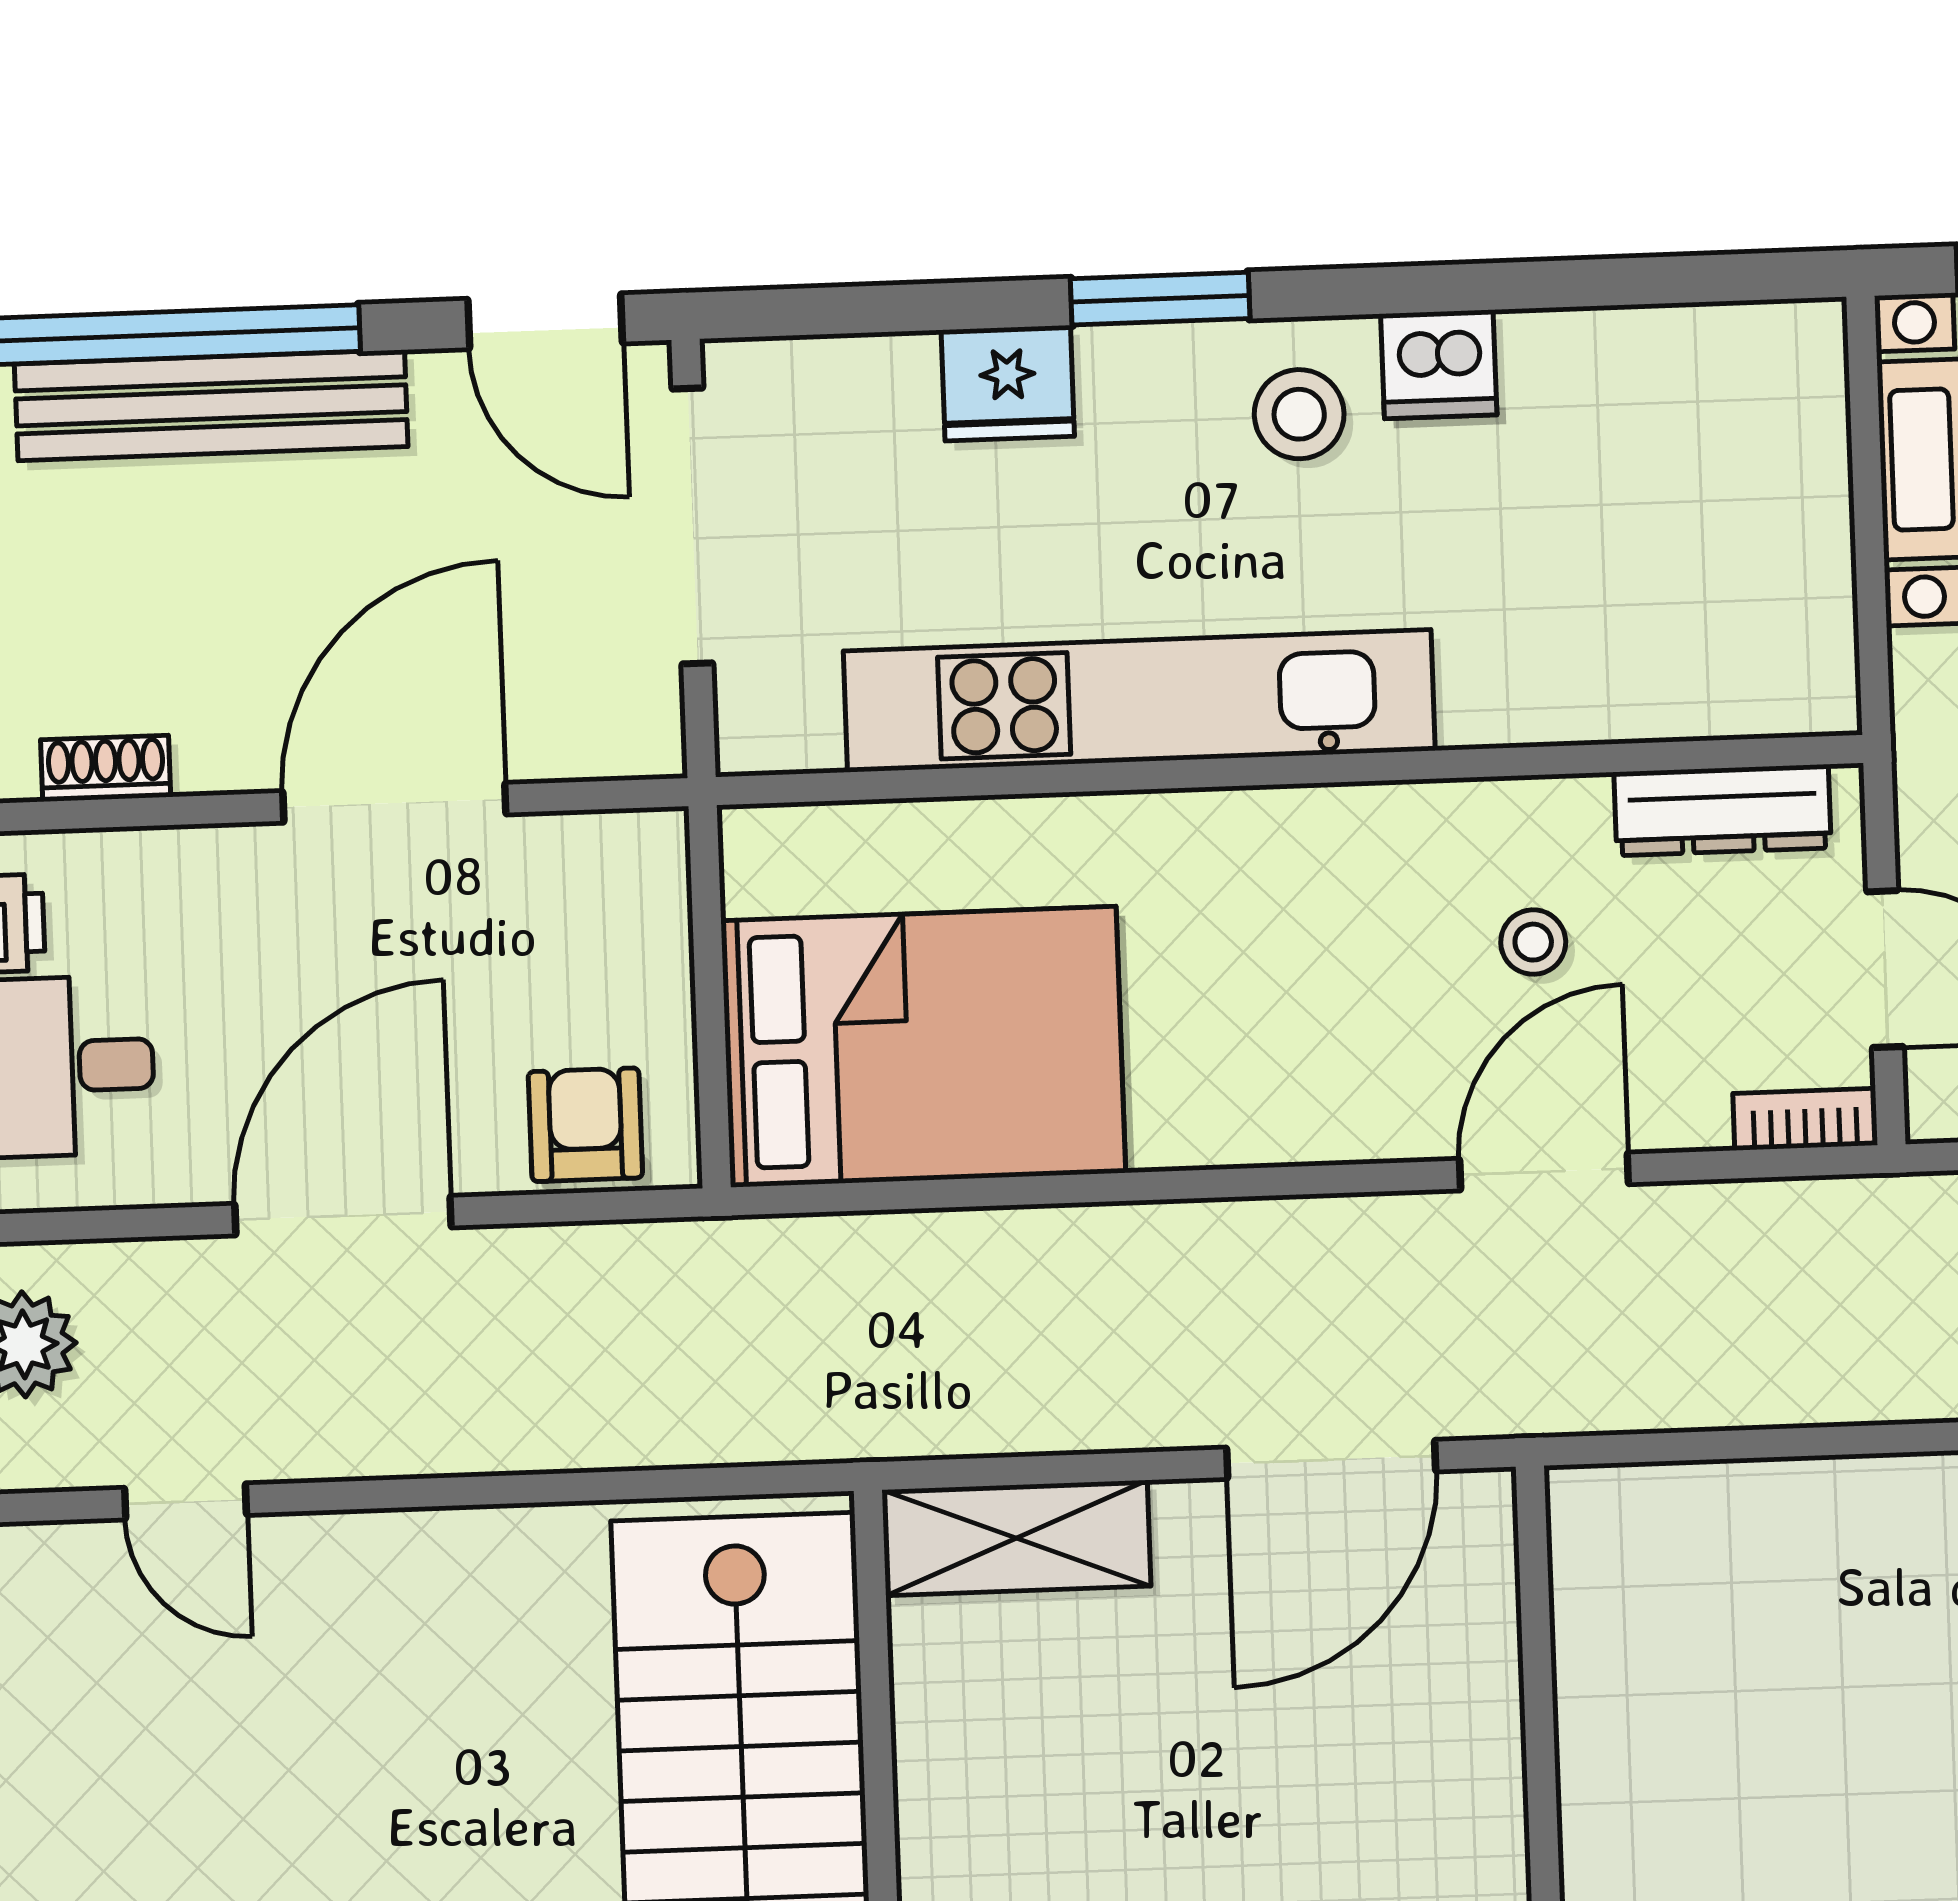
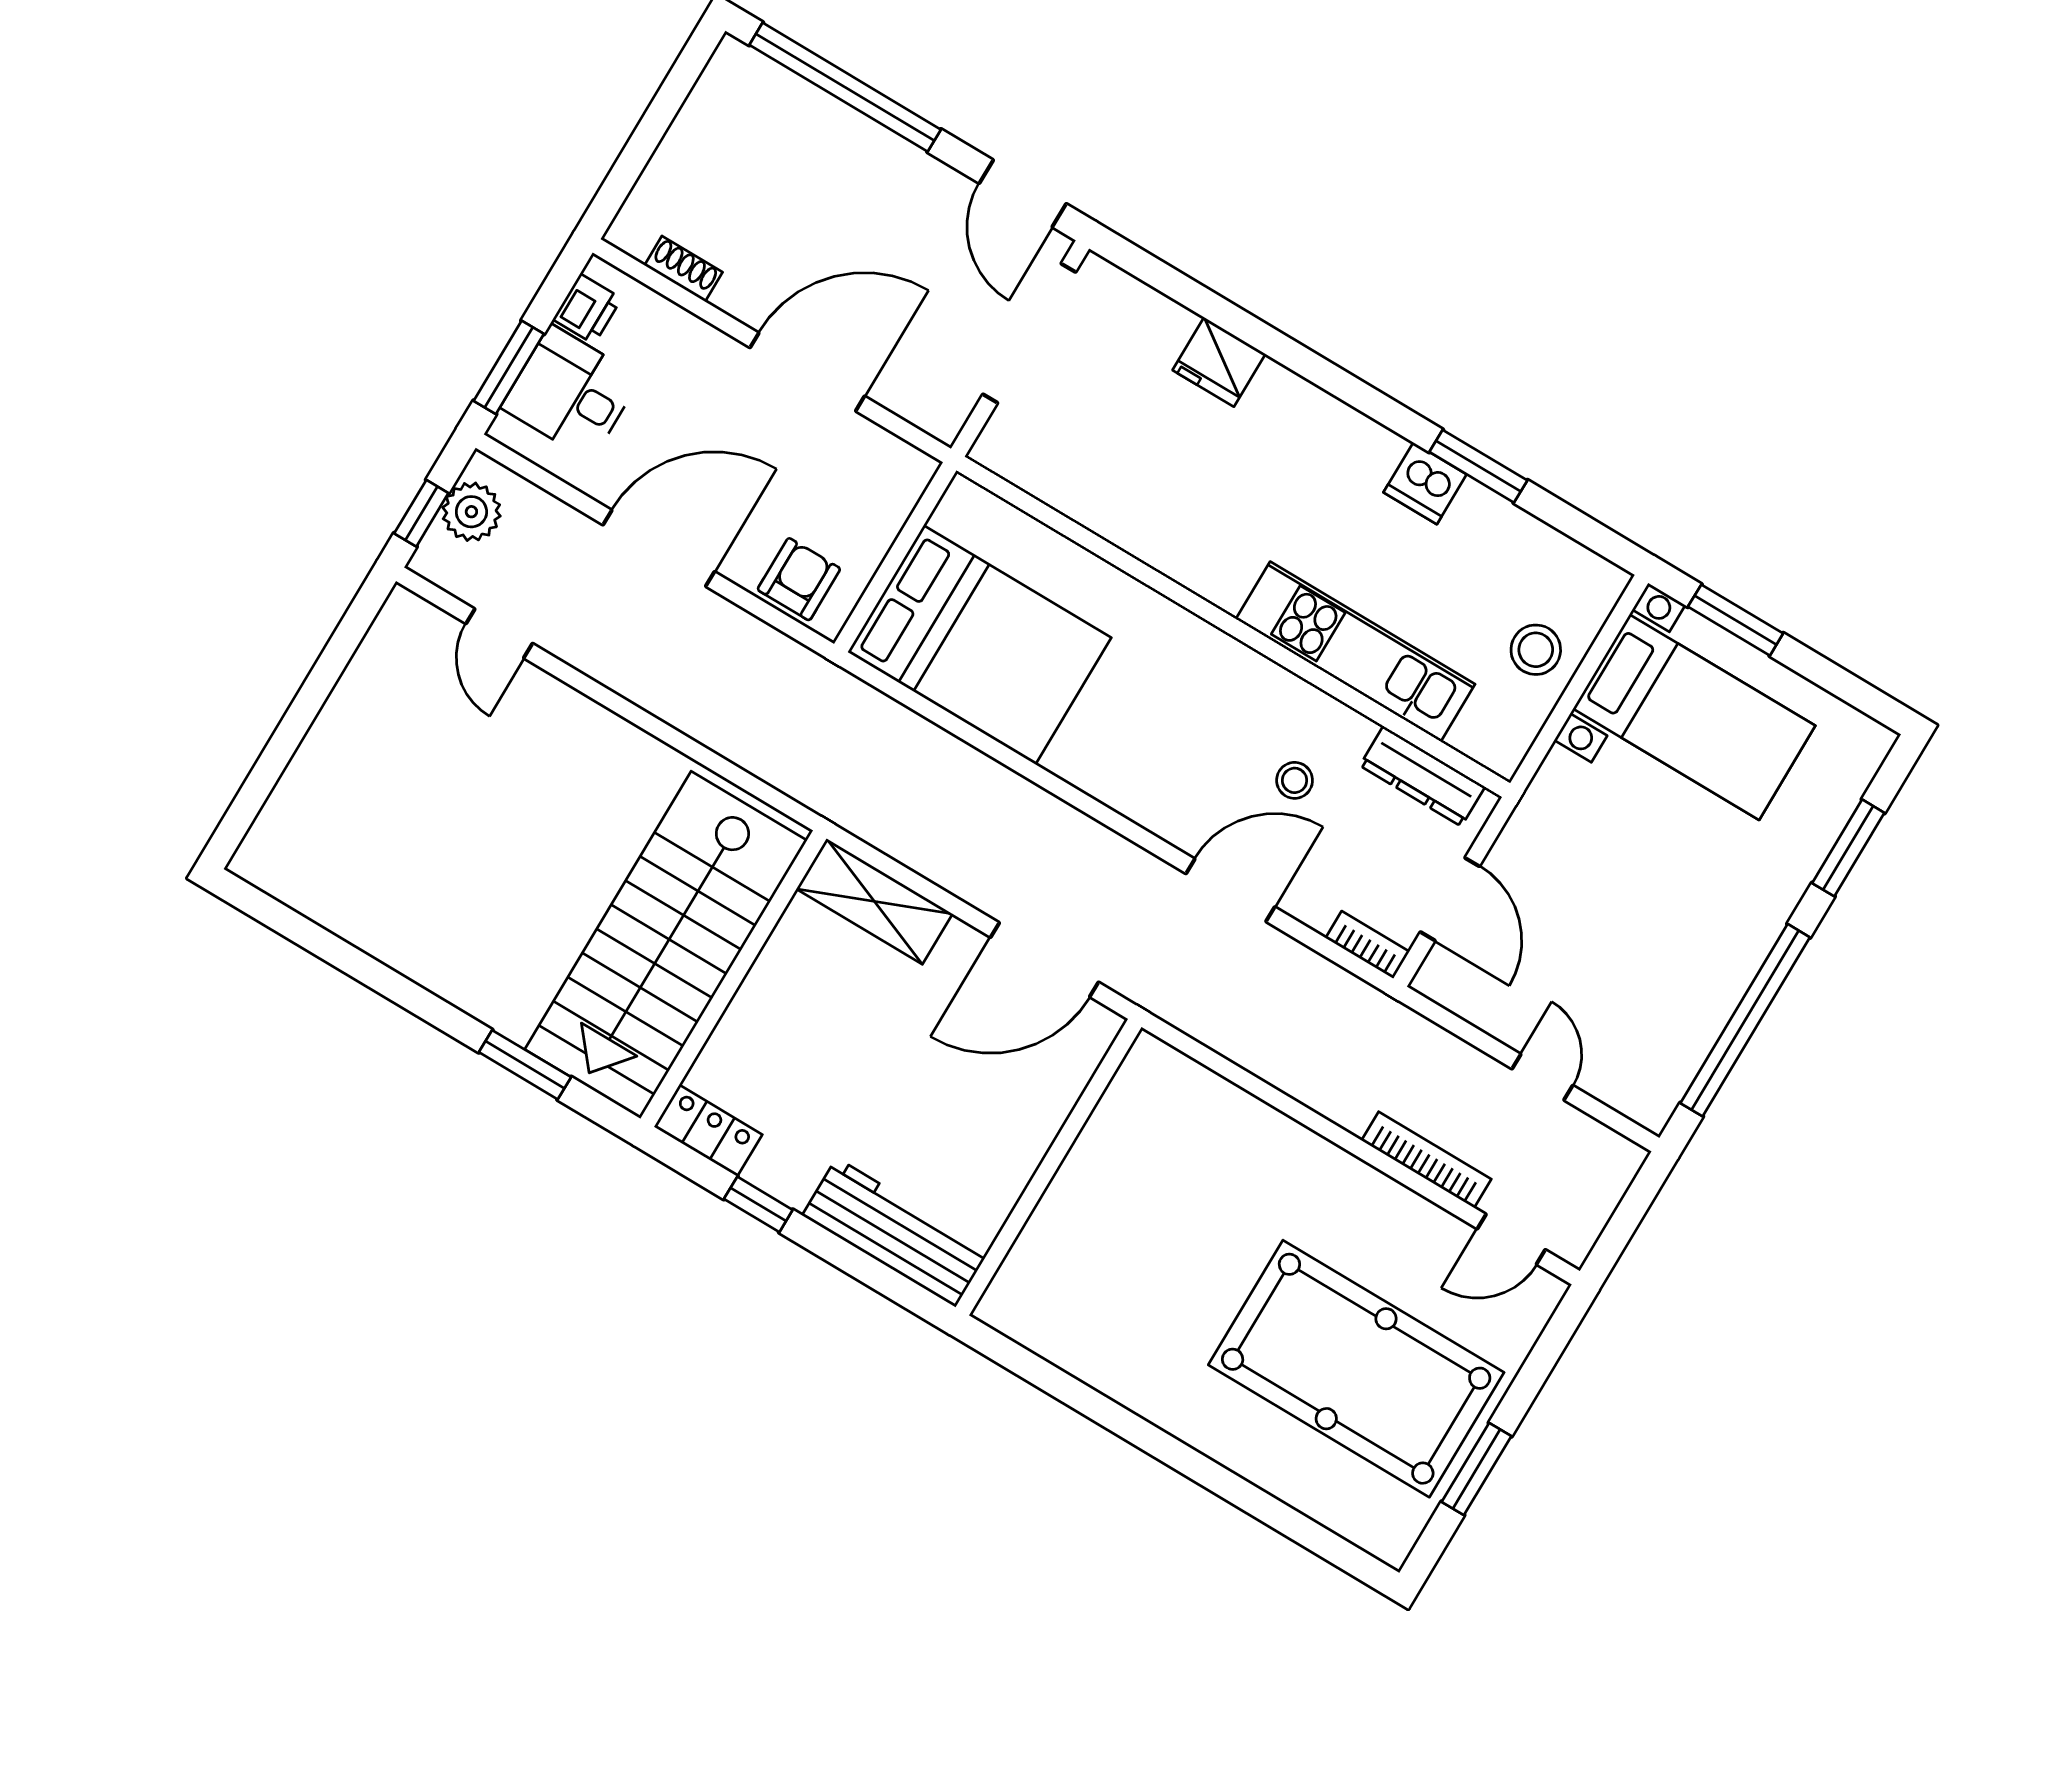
window: (1160, 299) -> (1478, 466), moved
bench: (211, 405) -> (842, 132), removed
stool: (1299, 414) -> (1536, 650), moved
kitchen unit: (1139, 701) -> (1355, 652), moved, width x0.73

